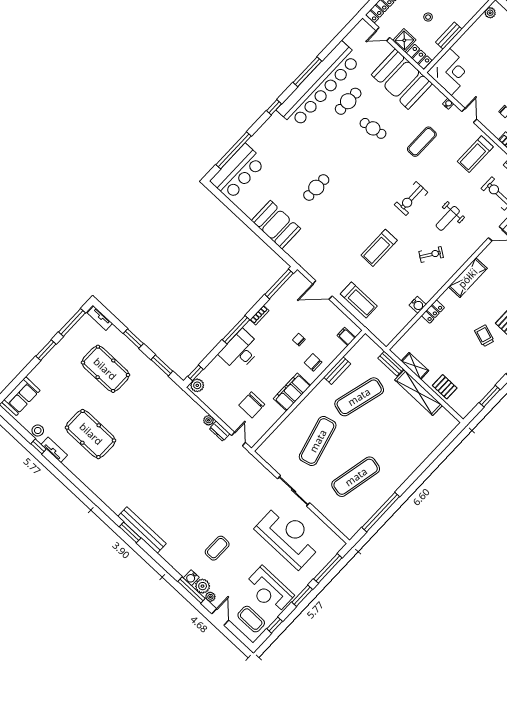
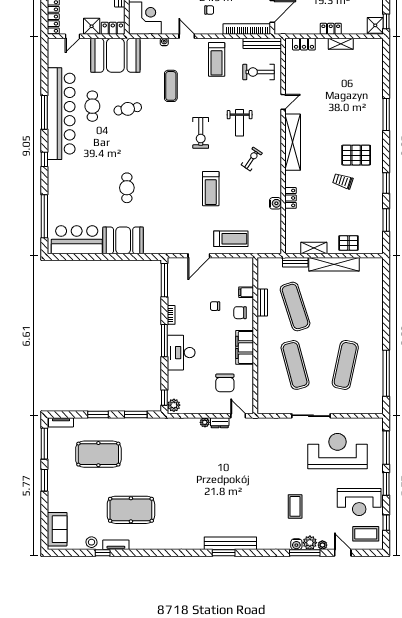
bar counter: (238, 172) -> (77, 240), moved, turned -90
shelving: (468, 278) -> (293, 142), width x1.47
filing cabinet: (346, 336) -> (246, 292), moved
exercise mat: (359, 397) -> (295, 306), turned -33

